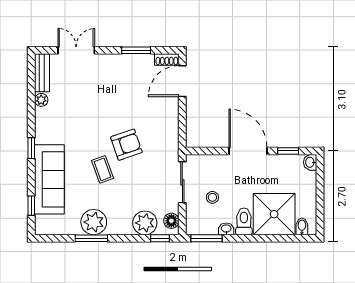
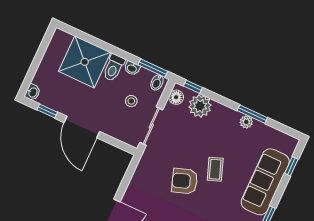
plant: (94, 222) -> (246, 122), width x0.53, depth x0.53
bidet: (302, 226) -> (157, 82), moved

